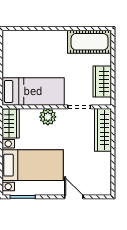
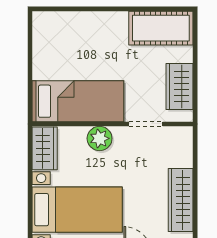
wardrobe: (103, 130) -> (181, 200), moved

